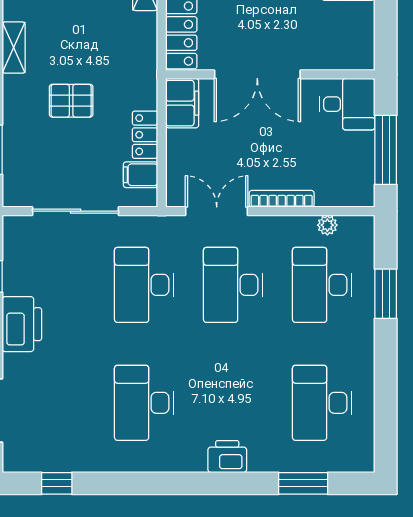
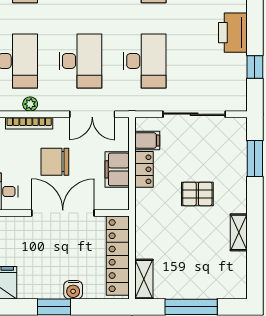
filing cabinet: (182, 103) -> (117, 169), moved
chair: (268, 145) -> (55, 162), added
bookcase: (282, 199) -> (29, 123), moved
plant: (327, 225) -> (30, 104), moved

